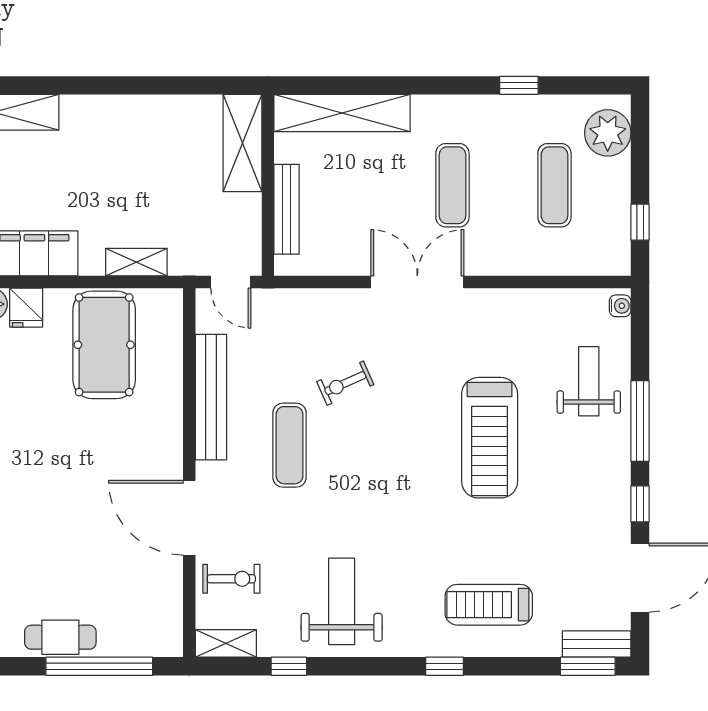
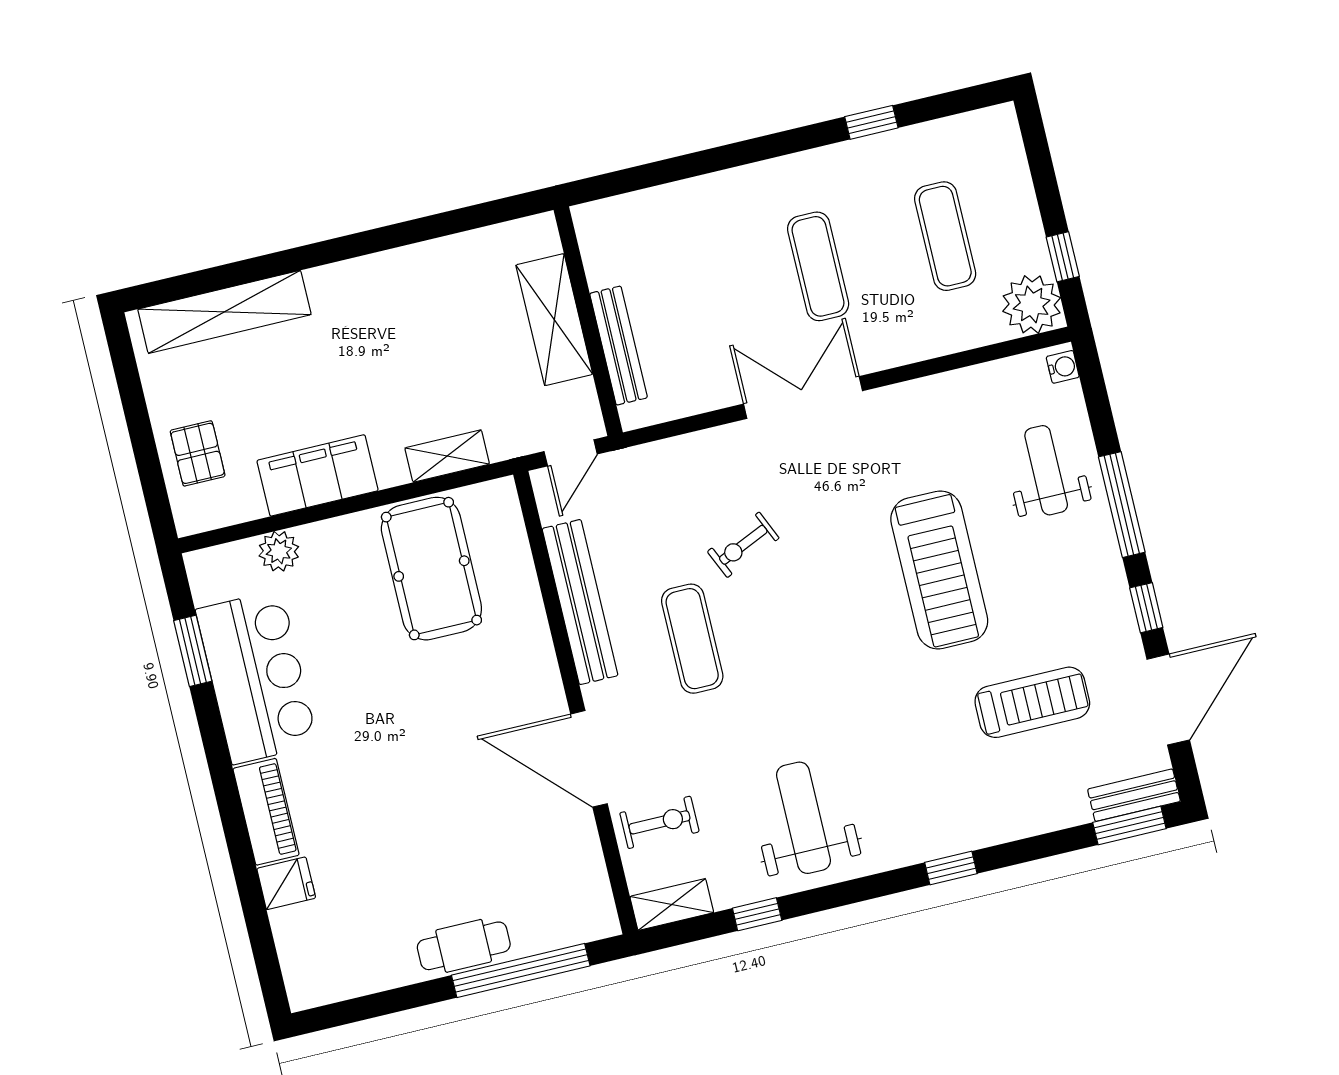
shelving: (342, 113) -> (659, 209), removed
plant: (608, 133) -> (1032, 304), moved
shelving: (242, 143) -> (554, 320), moved
door: (231, 282) -> (571, 453), hinge flipped
fridge: (26, 308) -> (323, 545), removed
treadmill: (489, 605) -> (1032, 702), moved, turned 180

